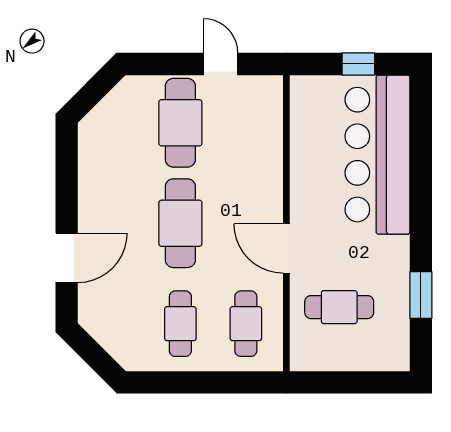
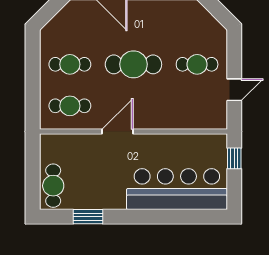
window: (358, 64) -> (234, 158), moved
cafe table: (180, 123) -> (197, 64), width x0.73, depth x0.74
cafe table: (339, 307) -> (53, 186), moved

